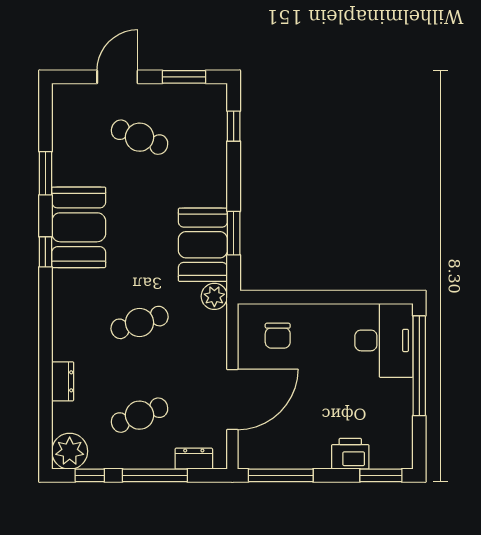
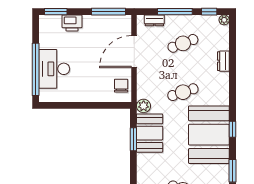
booth: (79, 227) -> (209, 135), width x1.36, depth x1.42
chair: (278, 336) -> (121, 86), moved
desk: (384, 340) -> (54, 69), moved
plant: (70, 451) -> (224, 20), width x0.53, depth x0.53

